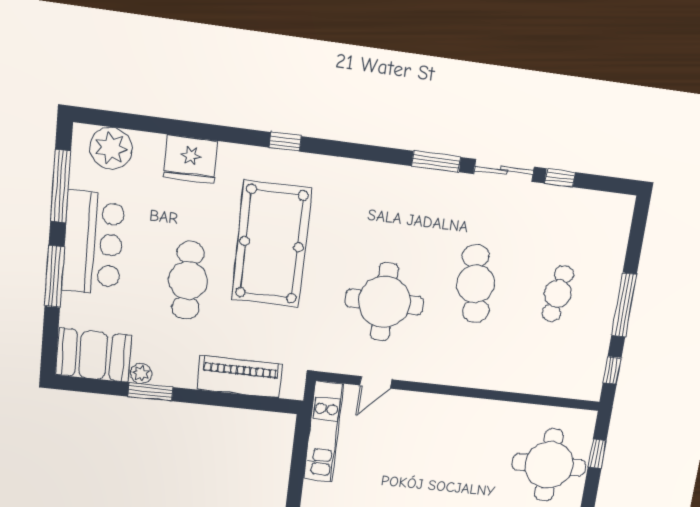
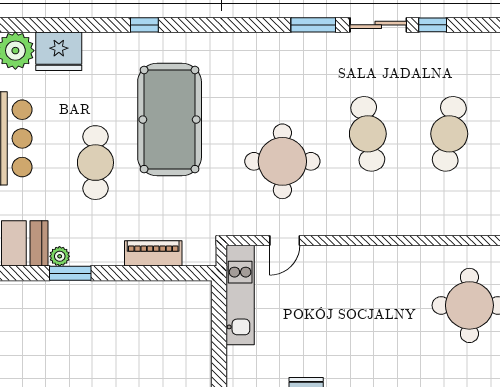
window: (285, 142) -> (144, 25), moved
fridge: (190, 159) -> (59, 51), moved
cafe table: (558, 294) -> (449, 134), width x1.37, depth x1.35
piano: (240, 377) -> (153, 253), width x0.73, depth x0.75

